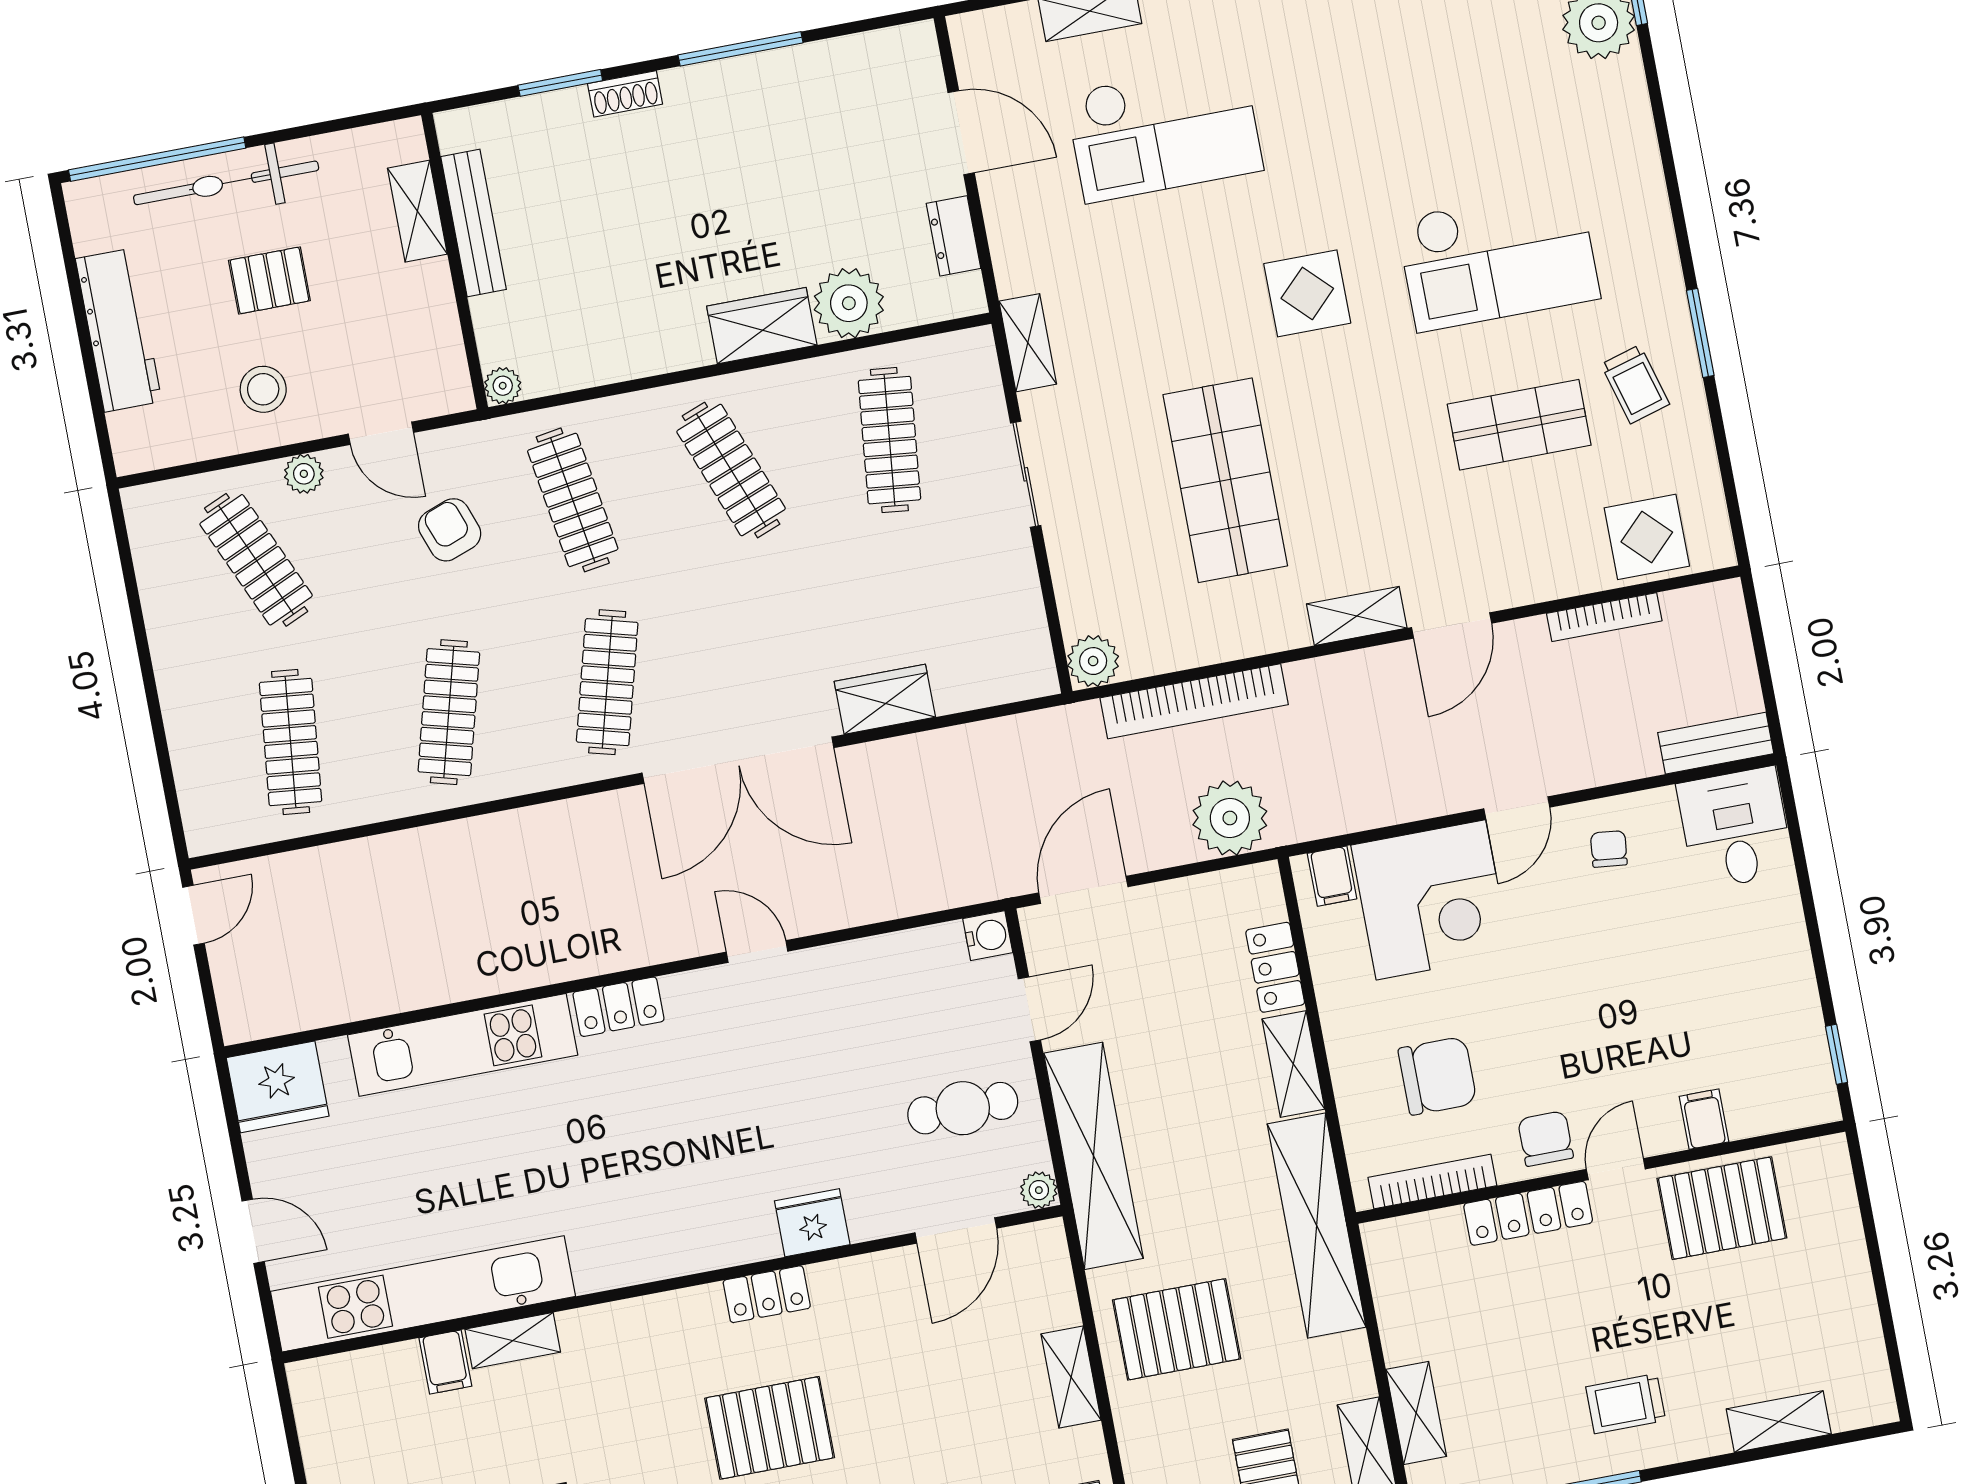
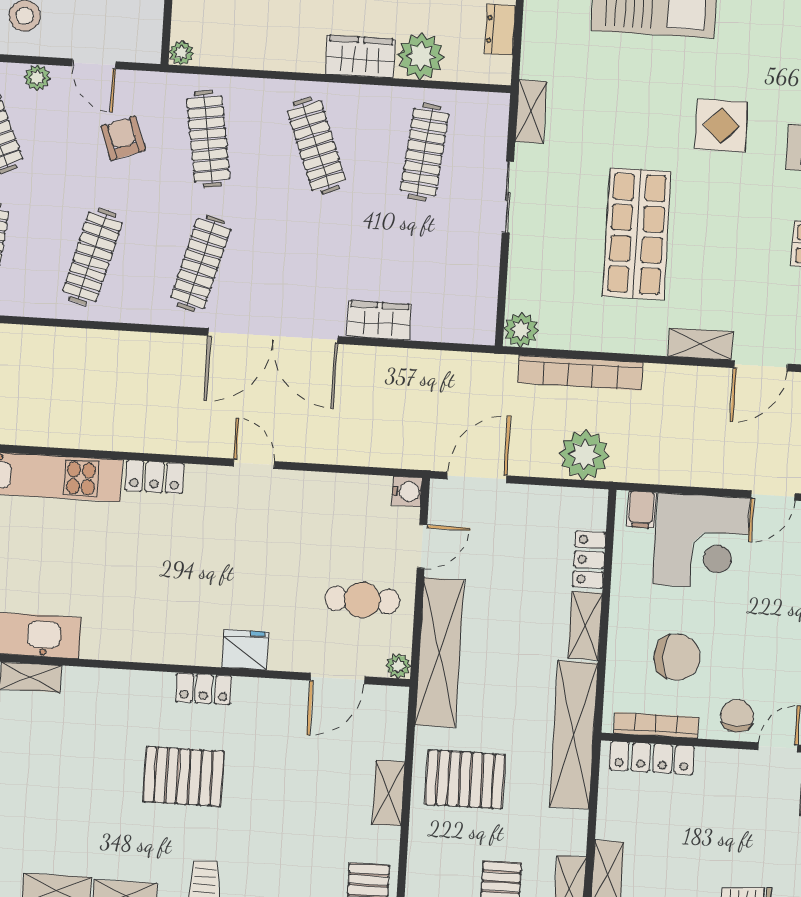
locker: (1528, 1213) -> (652, 758), moved

